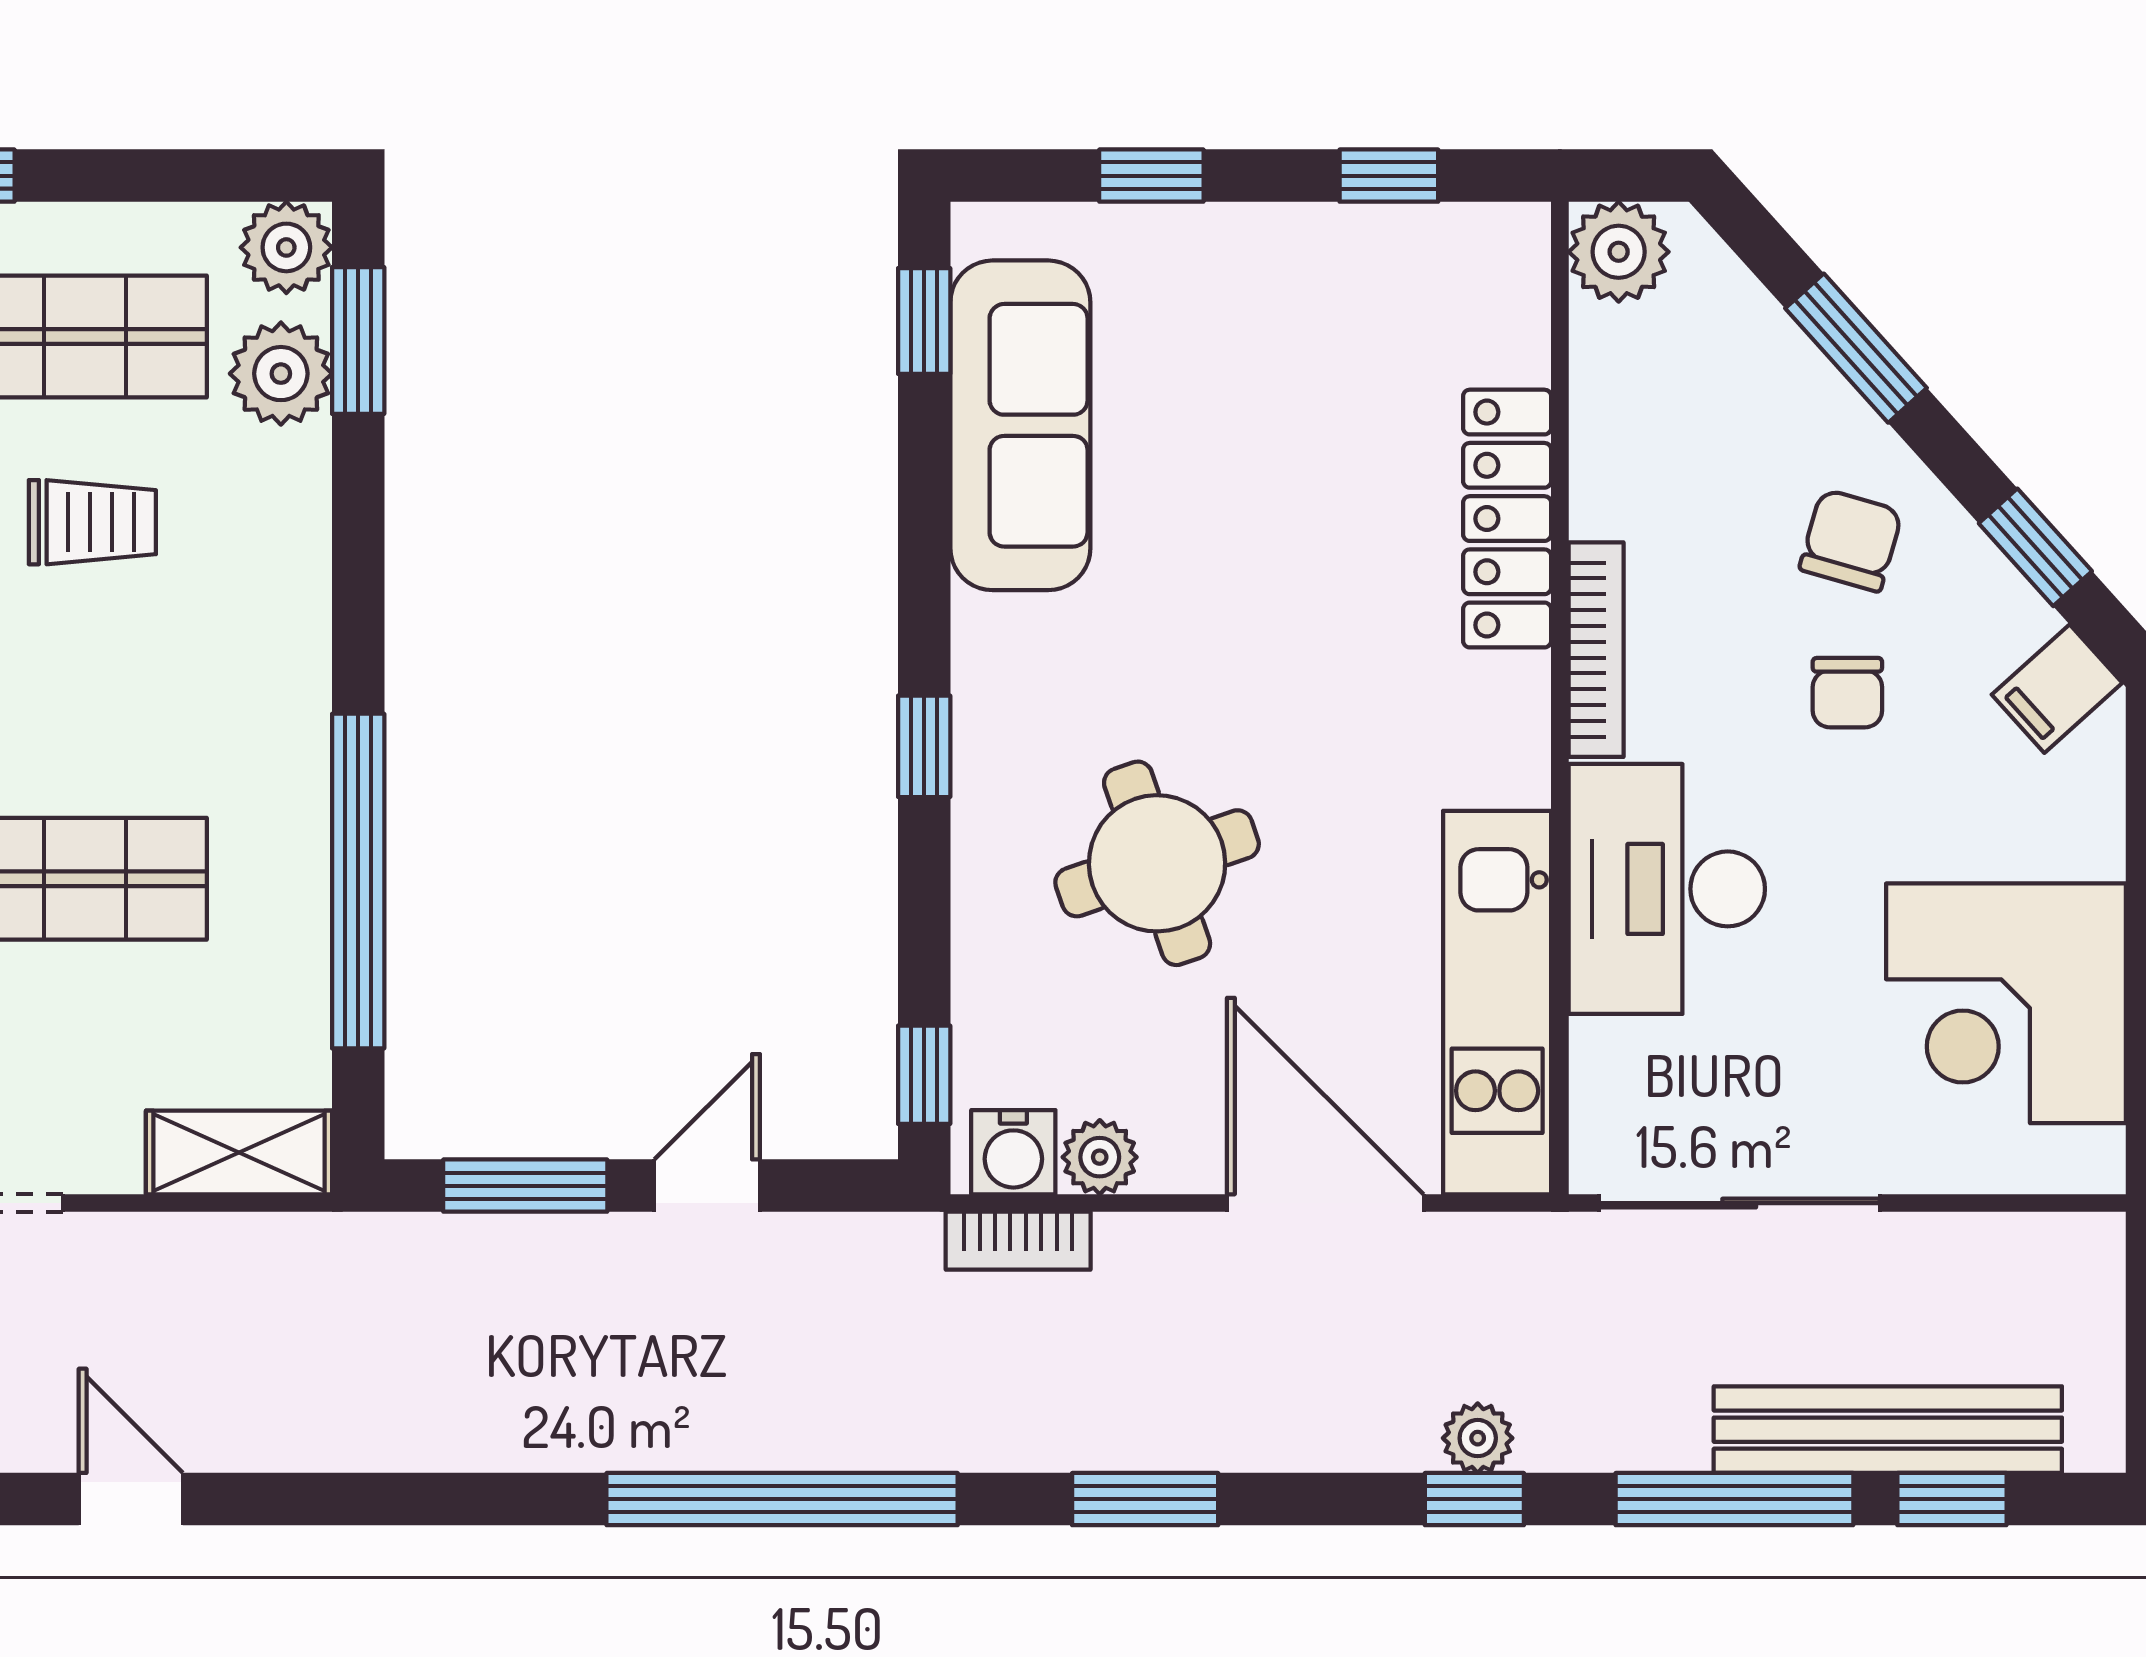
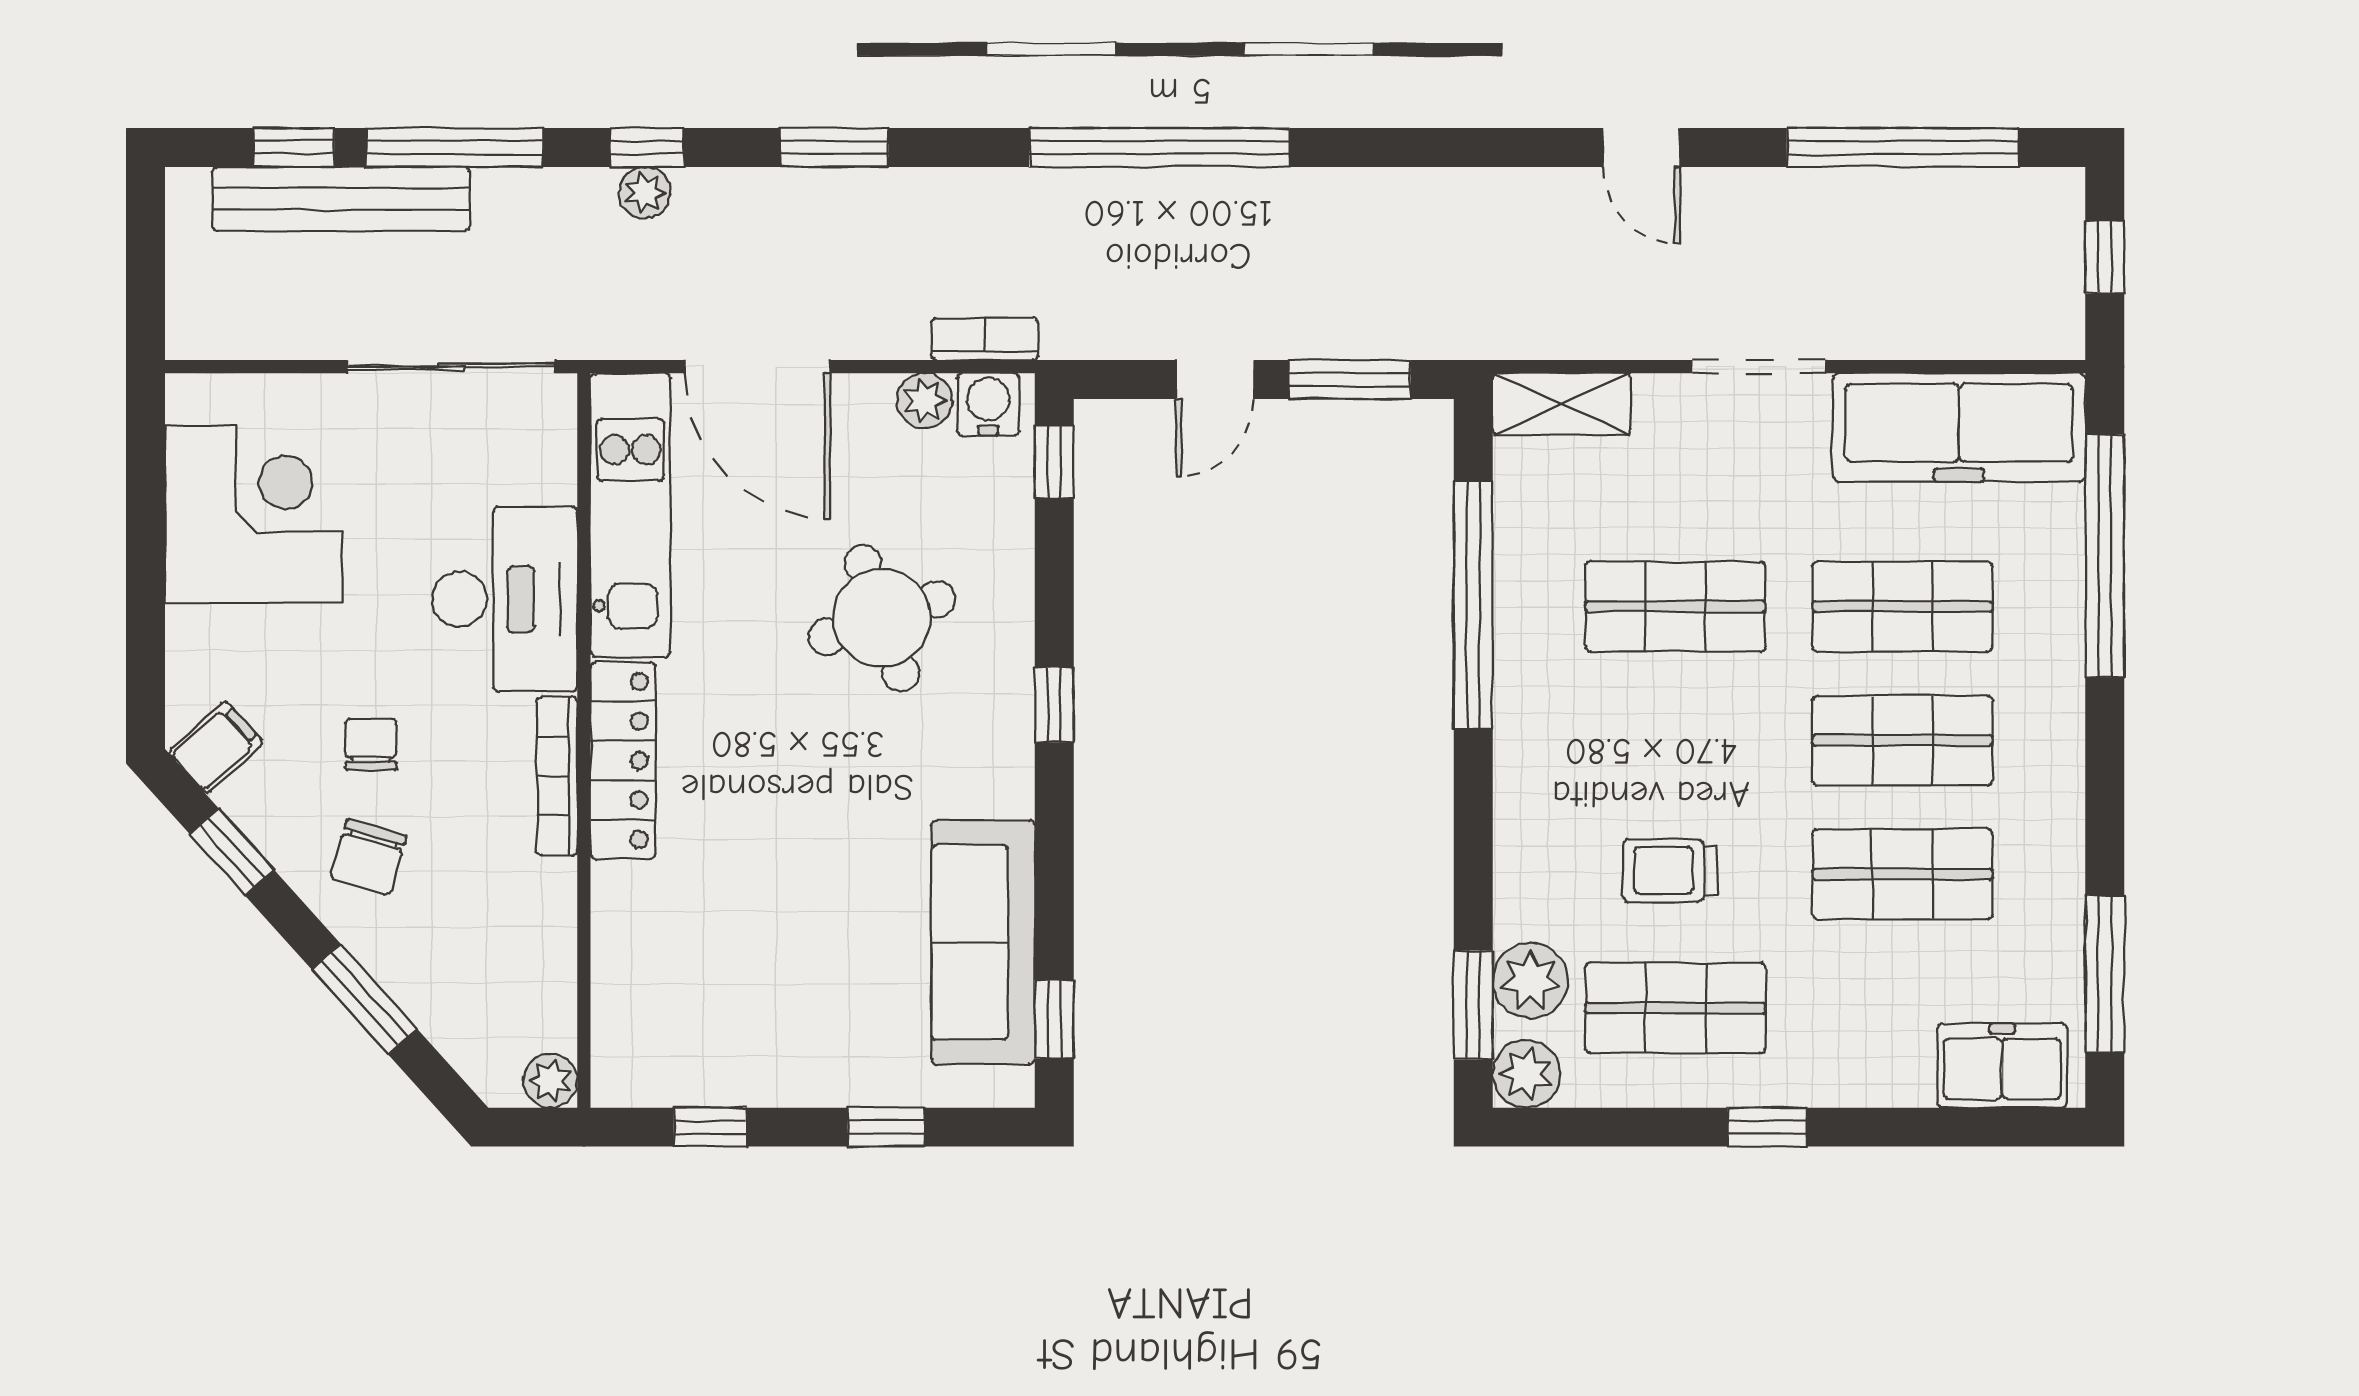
plant: (1619, 252) -> (550, 1081), width x0.73, depth x0.73
locker: (1507, 519) -> (623, 761), moved
window: (1145, 1499) -> (834, 147), moved

